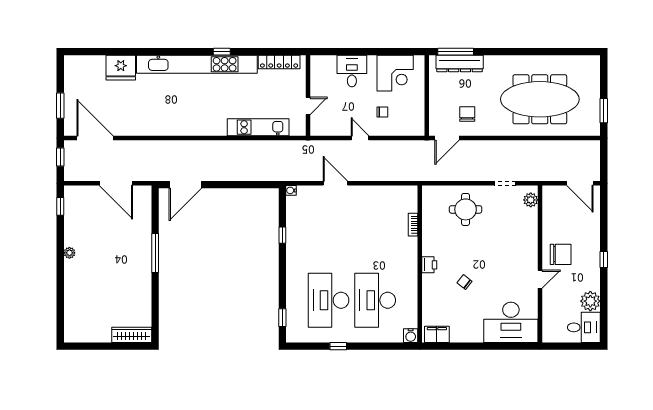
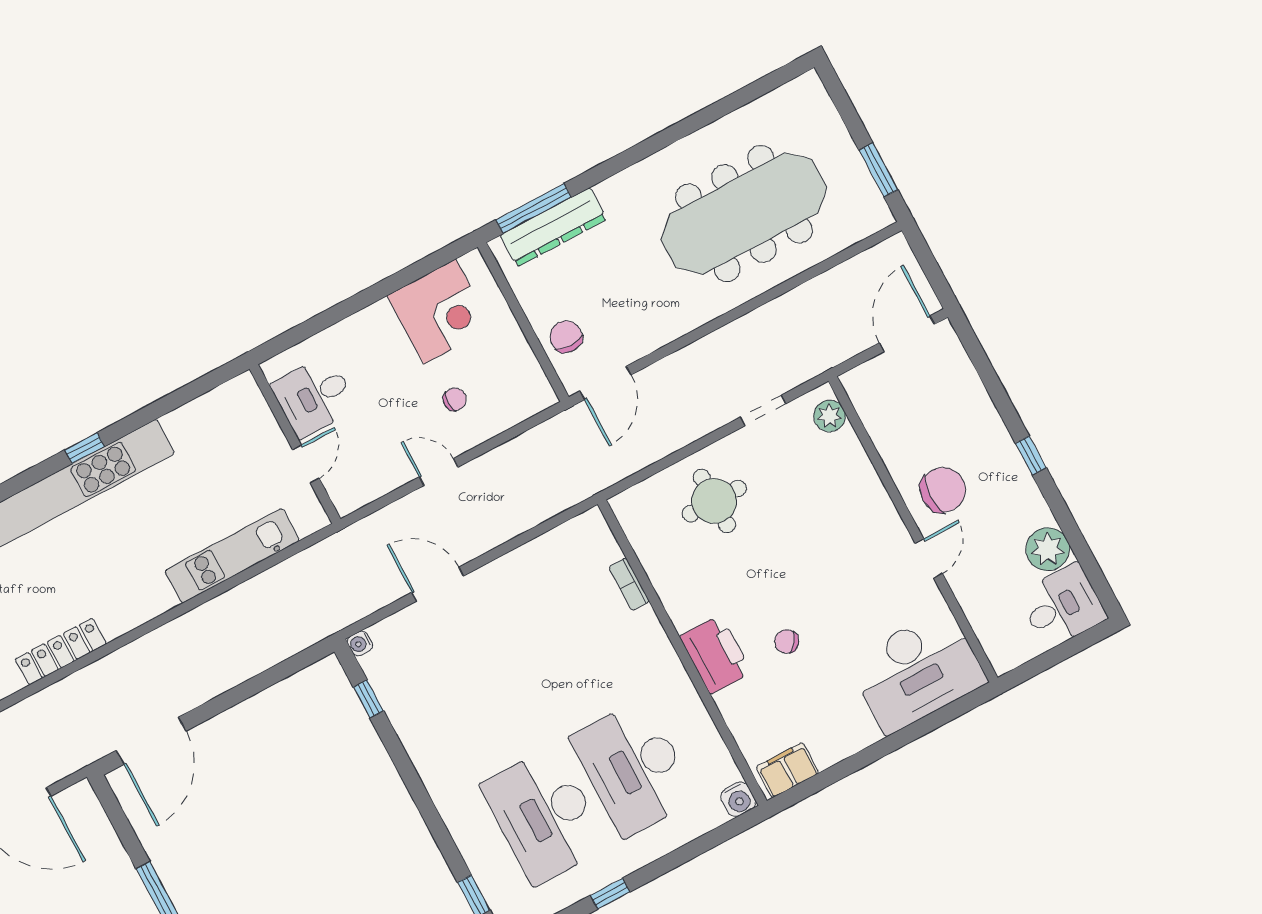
locker: (279, 62) -> (61, 652), moved, turned 180
desk: (352, 71) -> (314, 396), moved, turned -90
chair: (467, 114) -> (566, 337), moved
door: (580, 183) -> (907, 334), swing flipped
window: (282, 235) -> (368, 699), moved
printer: (429, 265) -> (716, 654), width x1.87, depth x1.48

